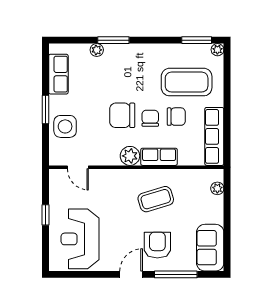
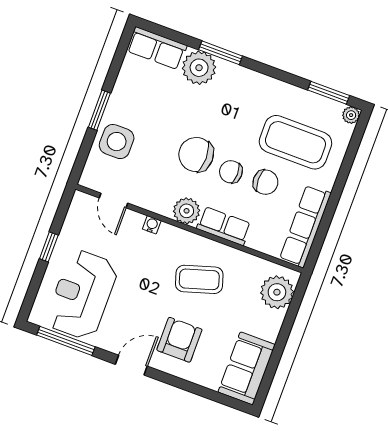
plant: (97, 50) -> (199, 68), width x1.87, depth x1.87
row of seats: (58, 74) -> (157, 48), moved, turned 90
chair: (150, 118) -> (231, 172), turned -90
water cooler: (110, 174) -> (152, 225), added
plant: (217, 188) -> (277, 292), width x1.88, depth x1.88
window: (176, 274) -> (66, 341), moved

